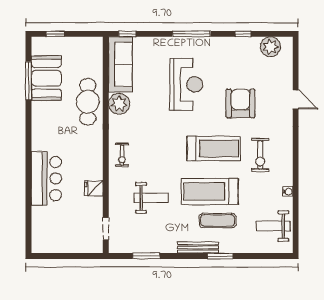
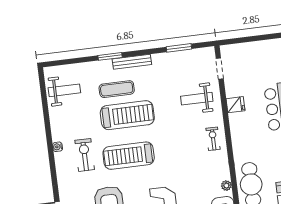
plant: (119, 104) -> (226, 186), width x0.53, depth x0.53
water cooler: (288, 192) -> (58, 147), moved
weight bench: (151, 198) -> (197, 99), moved

